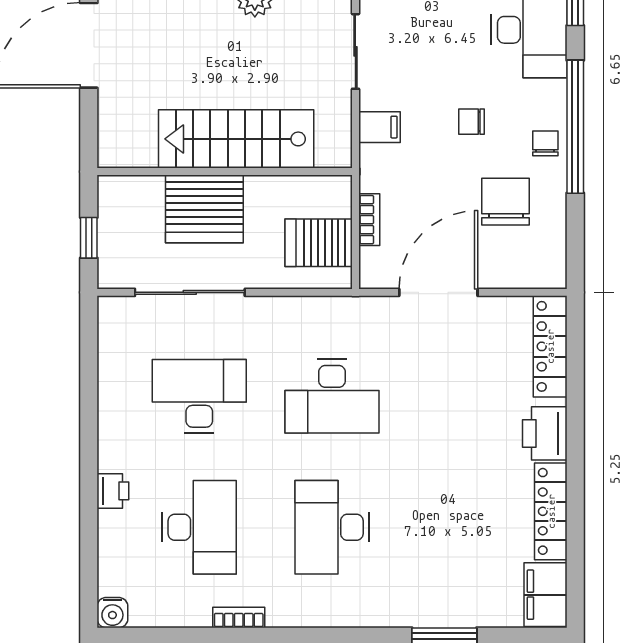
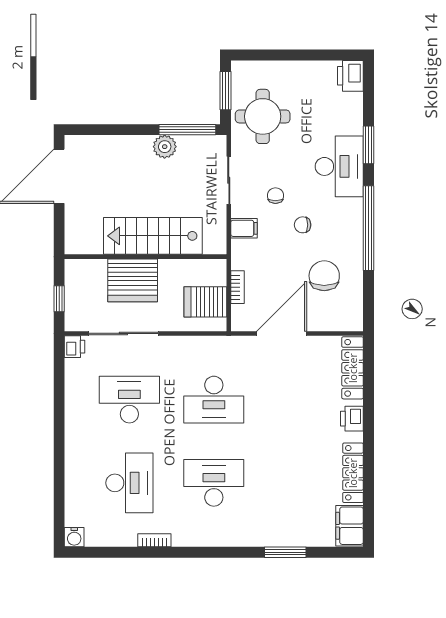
chair: (545, 143) -> (275, 196), moved
printer: (545, 433) -> (352, 419), width x0.73, depth x0.81
printer: (113, 491) -> (74, 347), moved
desk: (332, 527) -> (214, 483), turned 90

